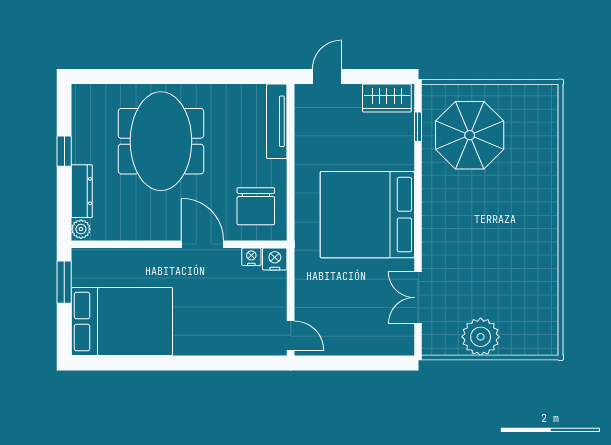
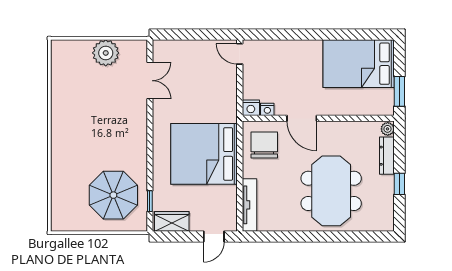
bed: (367, 215) -> (204, 154), moved, turned 180

